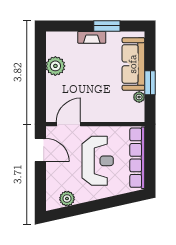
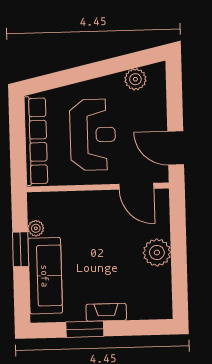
plant: (55, 66) -> (157, 252), moved
door: (68, 124) -> (136, 186), hinge flipped
reception desk: (98, 161) -> (93, 135), turned 180

